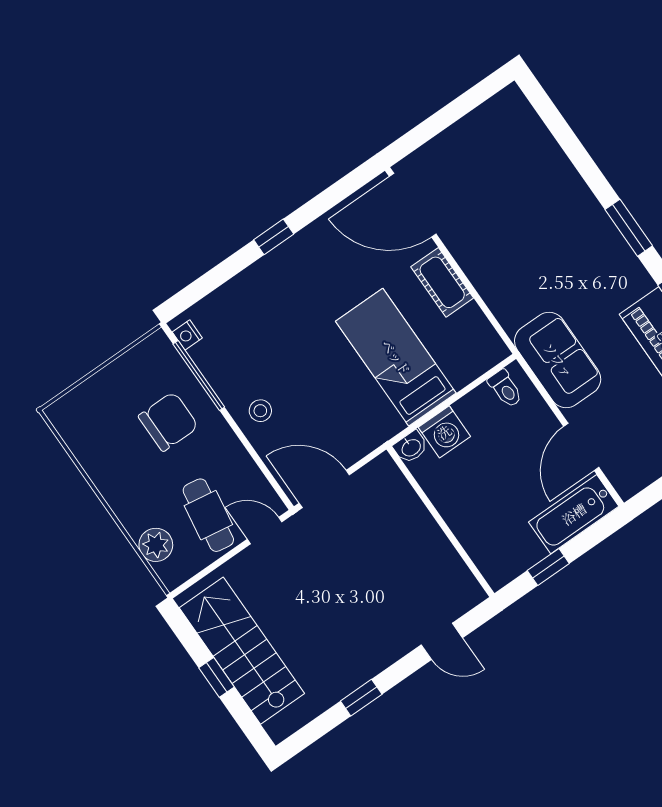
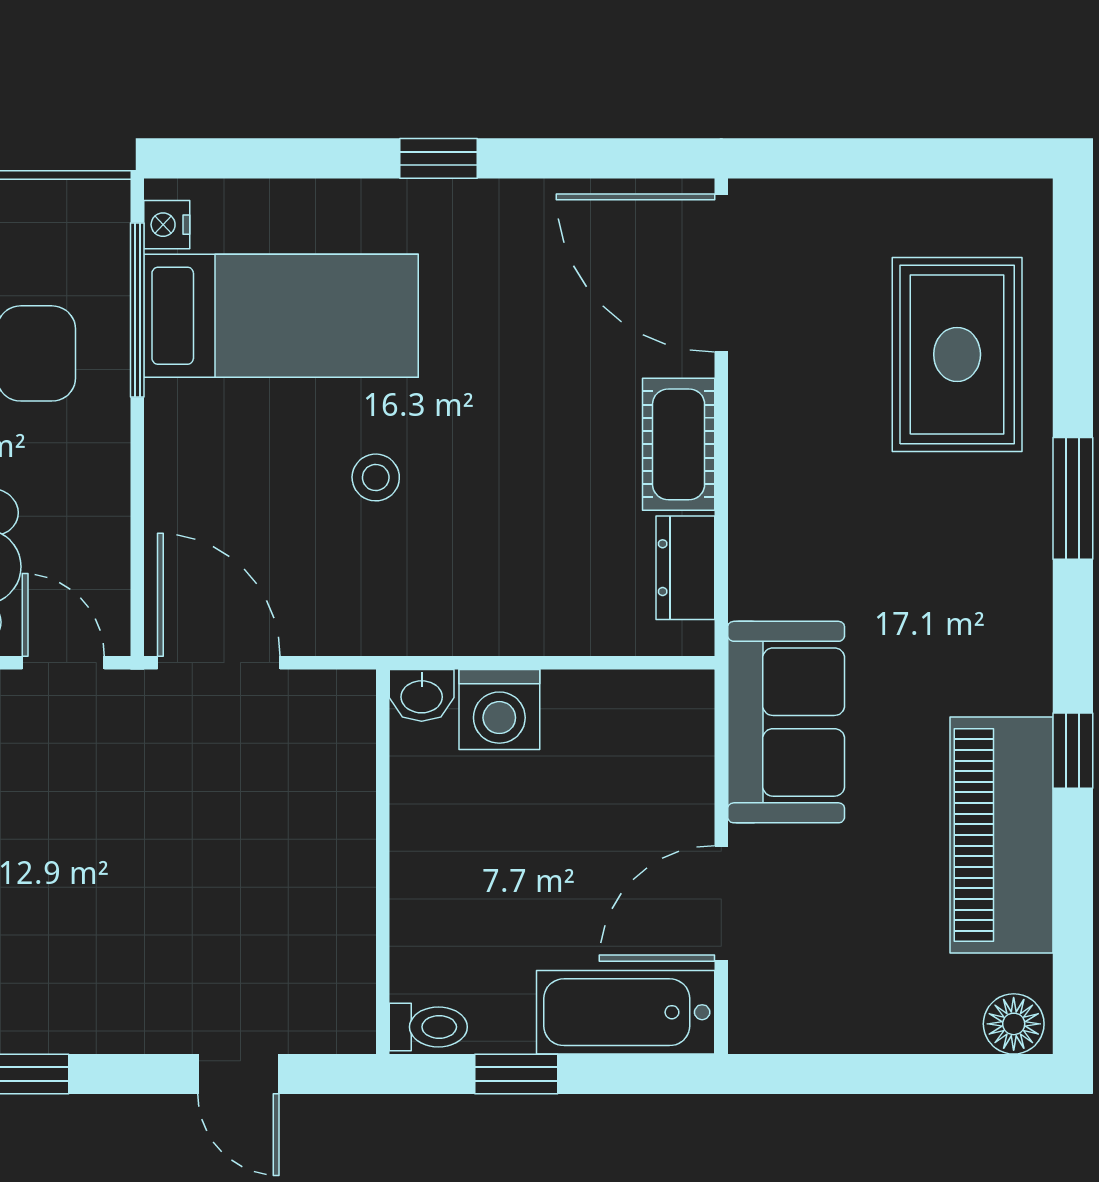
rug: (525, 173) -> (957, 354), added
window: (629, 228) -> (1073, 498), moved
dresser: (478, 328) -> (685, 568), added
bed: (396, 357) -> (281, 316), moved, turned 90
toilet: (505, 389) -> (428, 1027), moved, turned -90
stool: (260, 411) -> (376, 477), moved

